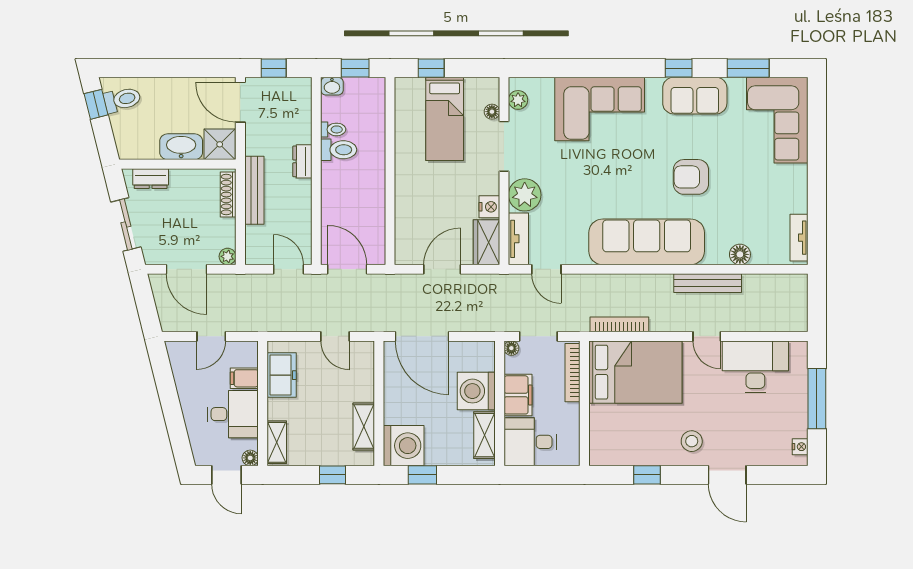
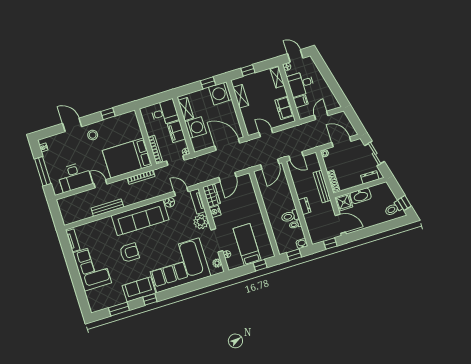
corner sofa: (600, 109) -> (178, 265), width x1.36, depth x1.36
corner sofa: (777, 120) -> (92, 268), moved
floor lamp: (740, 254) -> (170, 202), moved
door: (347, 269) -> (270, 164), hinge flipped

